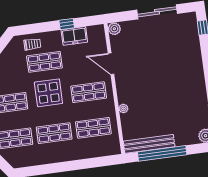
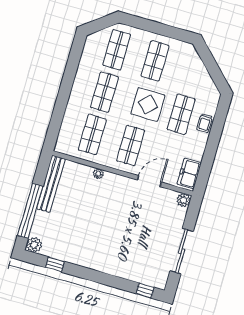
window: (67, 24) -> (210, 154), removed
freezer: (74, 36) -> (189, 173), moved
trolley: (32, 44) -> (205, 123), moved
window: (162, 153) -> (30, 211), moved

